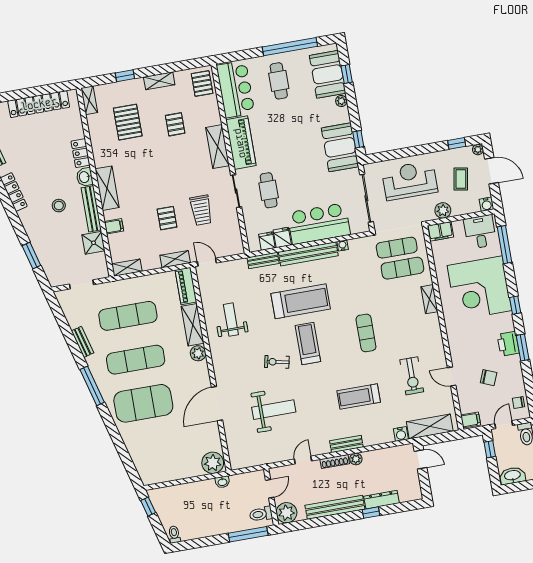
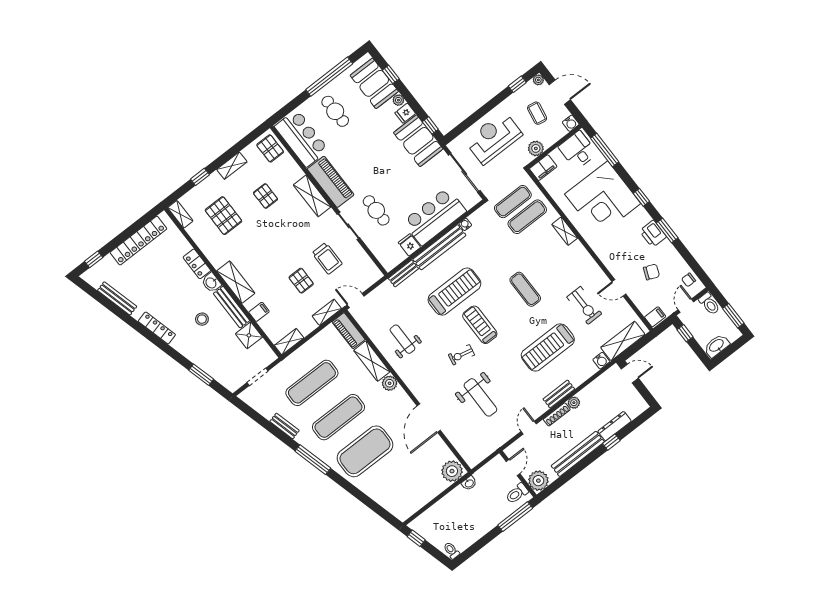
fridge: (267, 241) -> (405, 113), moved, turned -90
treadmill: (359, 397) -> (548, 347), width x1.37, depth x1.38
weight bench: (274, 410) -> (480, 397), turned 90

